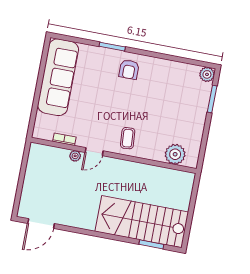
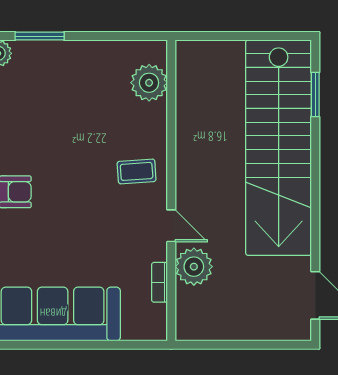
plant: (75, 156) -> (194, 267), width x1.87, depth x1.87
stairs: (142, 222) -> (279, 148), width x1.36

